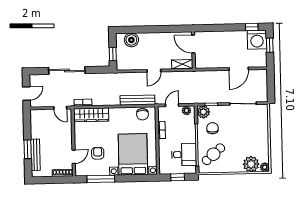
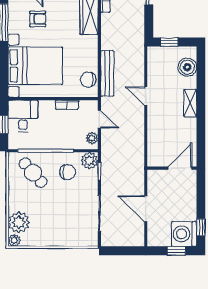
door: (193, 44) -> (180, 168), moved
wall: (193, 50) -> (172, 168), moved
shelving: (182, 64) -> (190, 103), moved
desk: (184, 155) -> (23, 116), moved, turned 180

